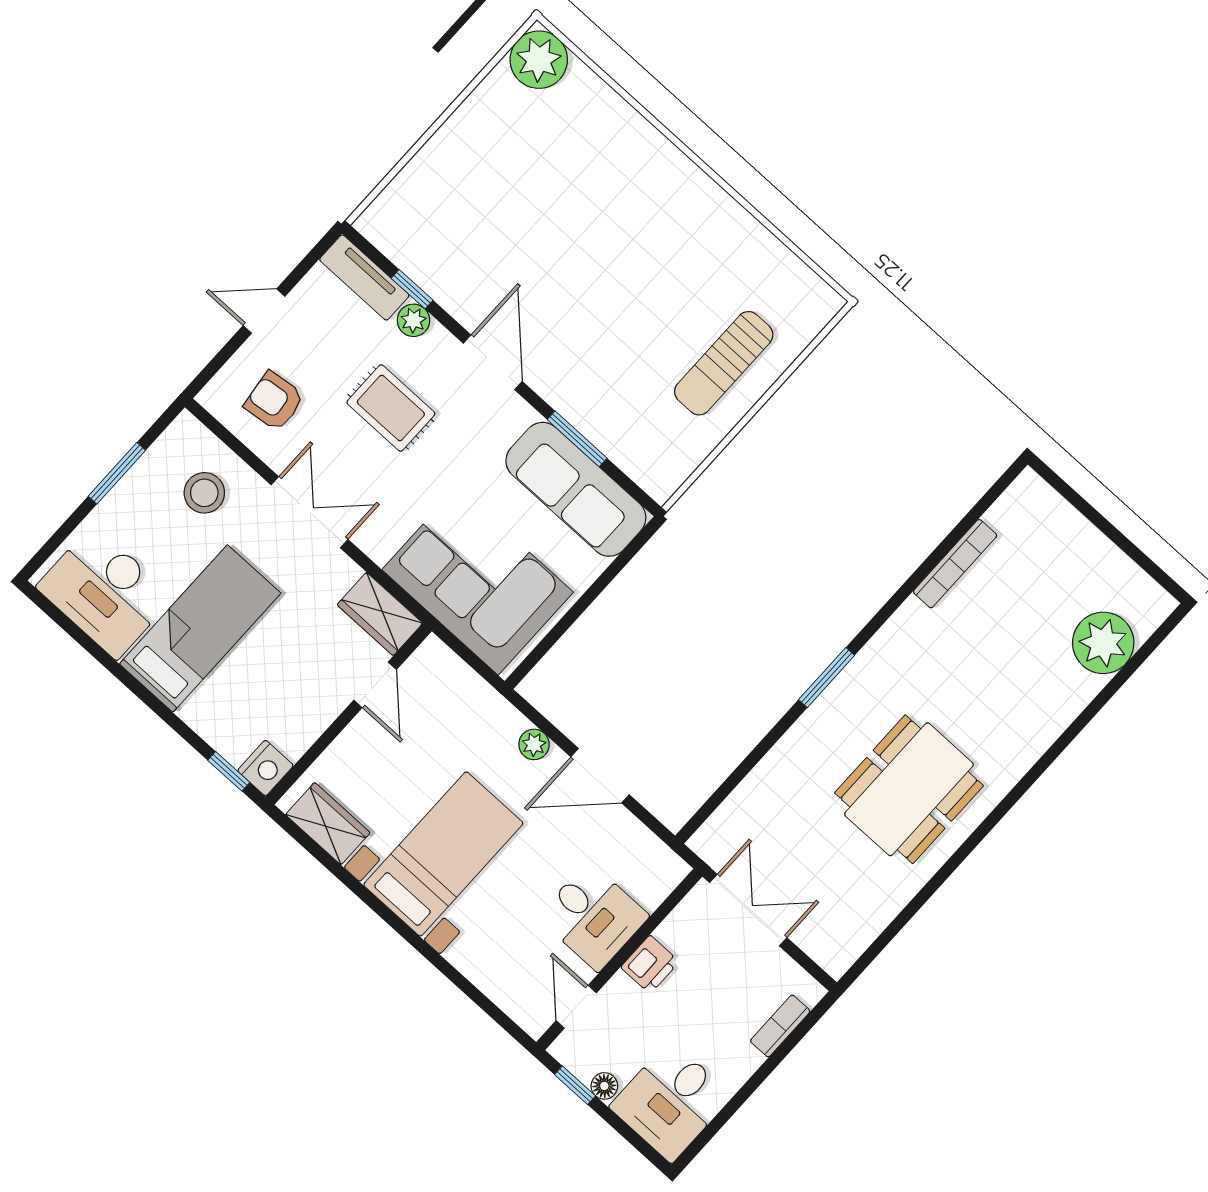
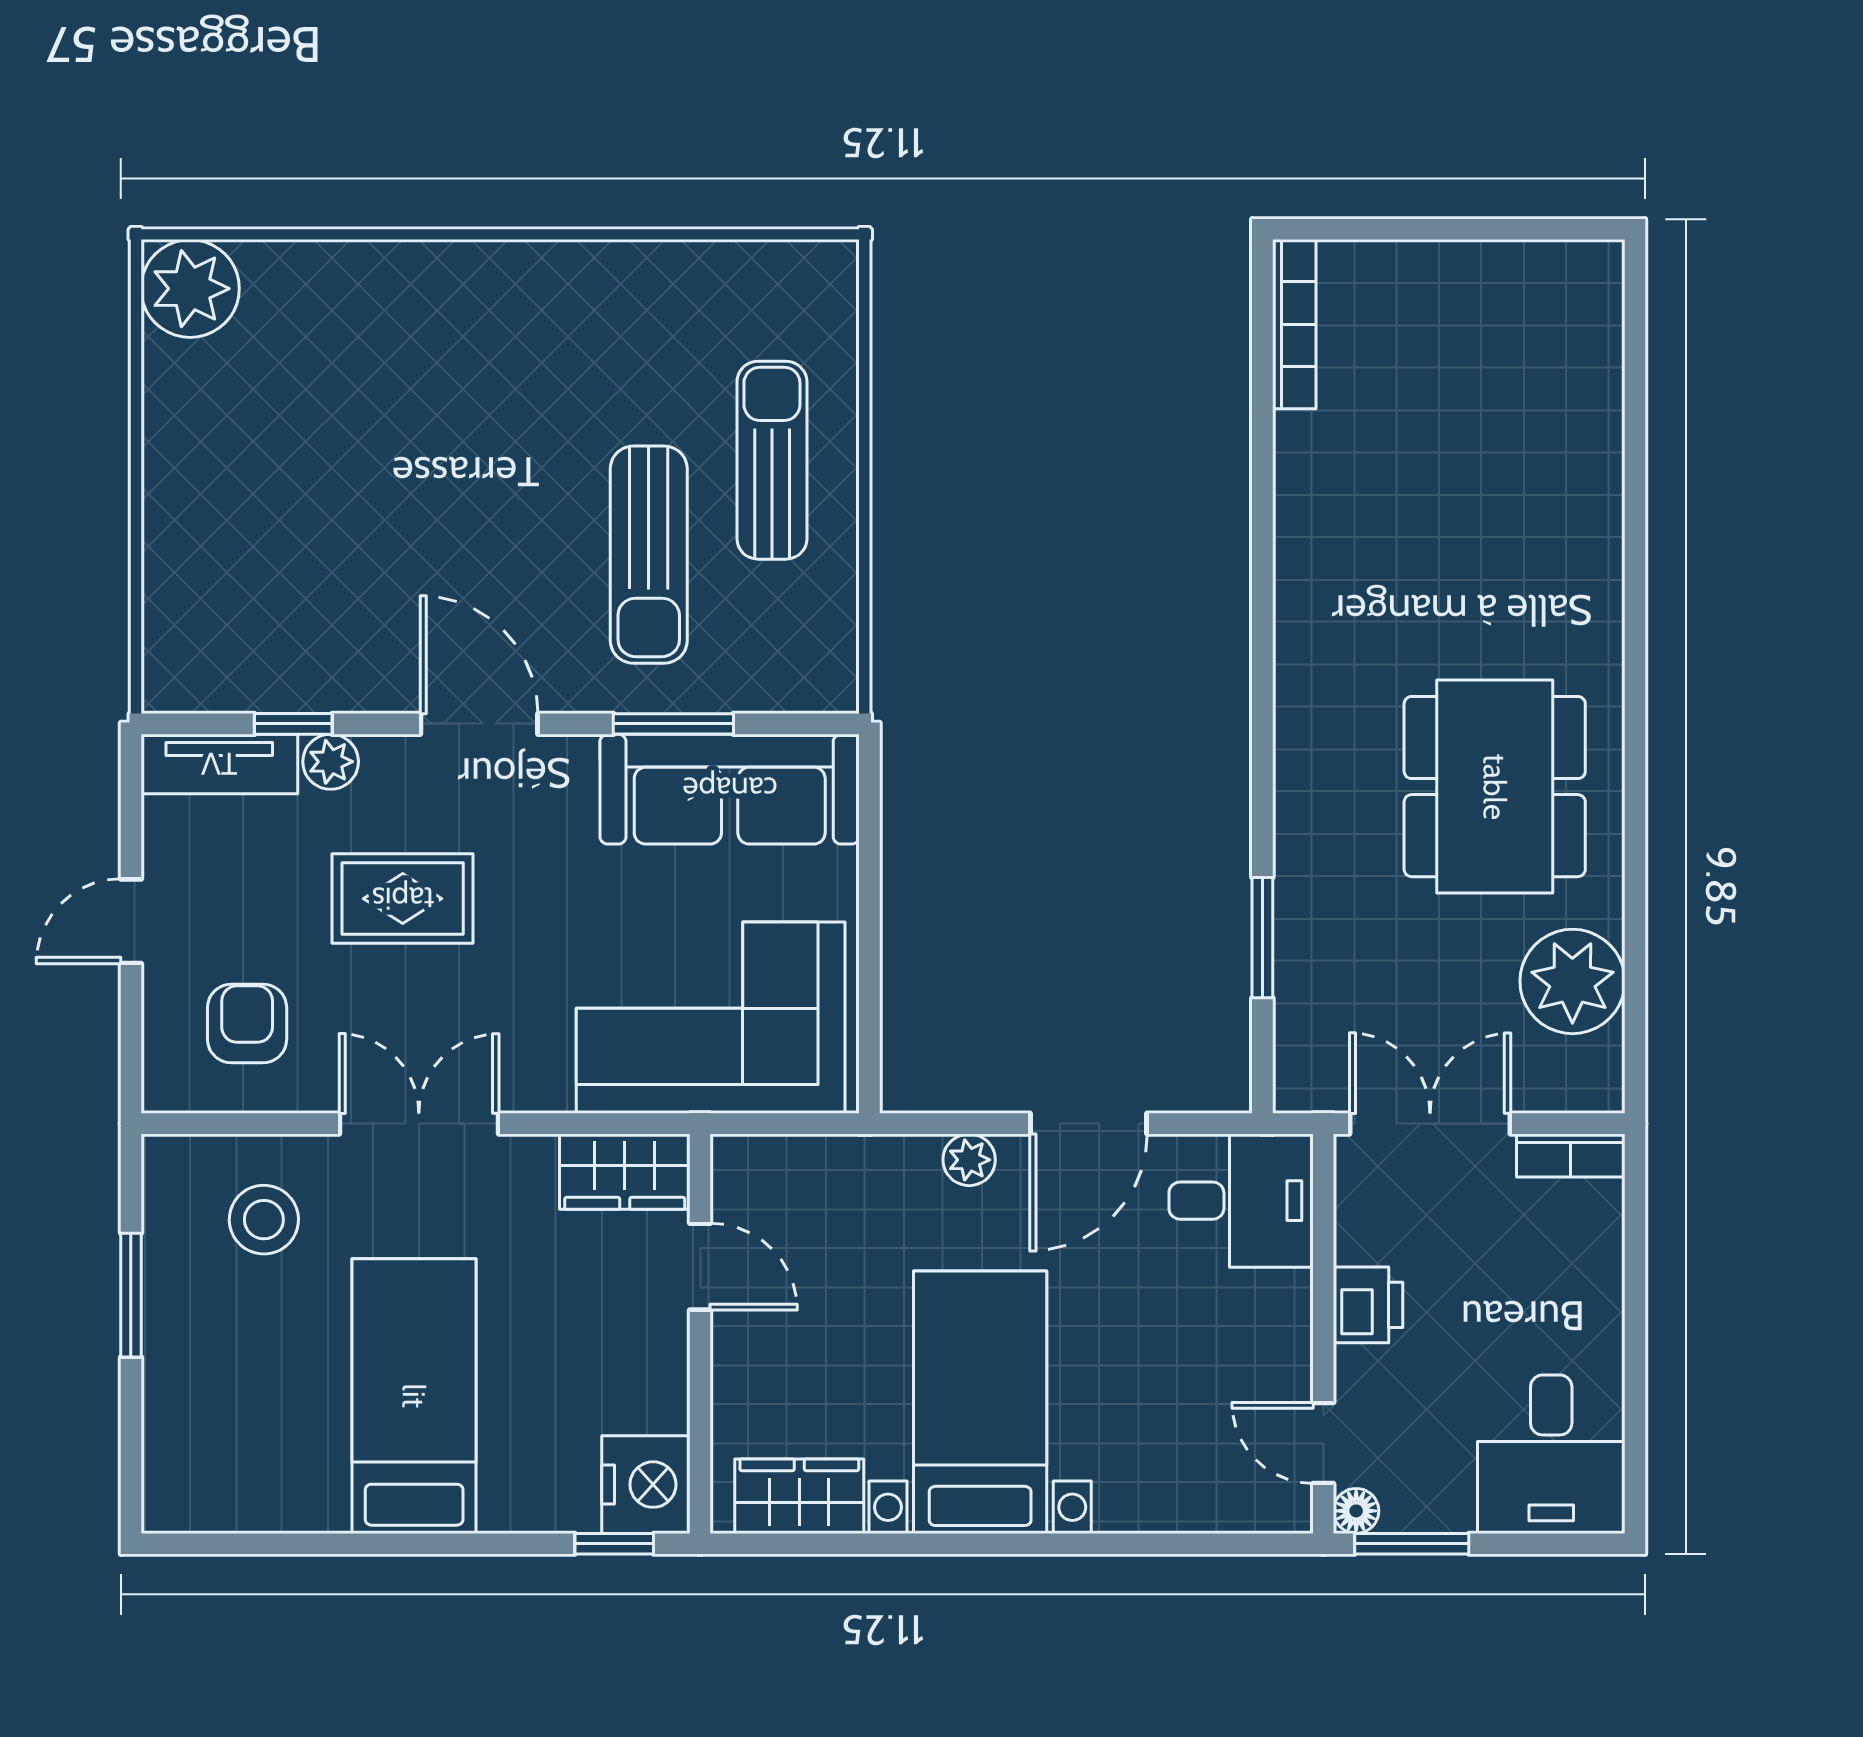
sun lounger: (633, 356) -> (649, 555), added
sun lounger: (724, 363) -> (772, 460), turned 180
armchair: (274, 401) -> (247, 1023), turned 97
bookcase: (955, 564) -> (1294, 324), moved
desk: (105, 592) -> (252, 1459), removed
plant: (1103, 643) -> (1572, 981), moved
window: (827, 678) -> (1262, 938), moved
nightstand: (265, 768) -> (646, 1485), width x1.36, depth x1.33
desk: (593, 916) -> (1241, 1201), moved
bookcase: (780, 1026) -> (1571, 1155), moved, turned -90
window: (575, 1085) -> (1412, 1544), width x1.50
floor lamp: (604, 1086) -> (1356, 1511), moved

